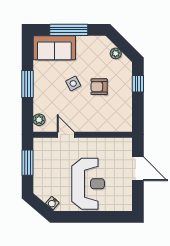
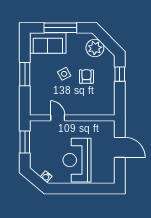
plant: (116, 53) -> (95, 48), width x1.88, depth x1.88
armchair: (99, 87) -> (86, 77), turned 90
plant: (39, 120) -> (35, 105), removed
reception desk: (88, 184) -> (77, 160), turned 180

